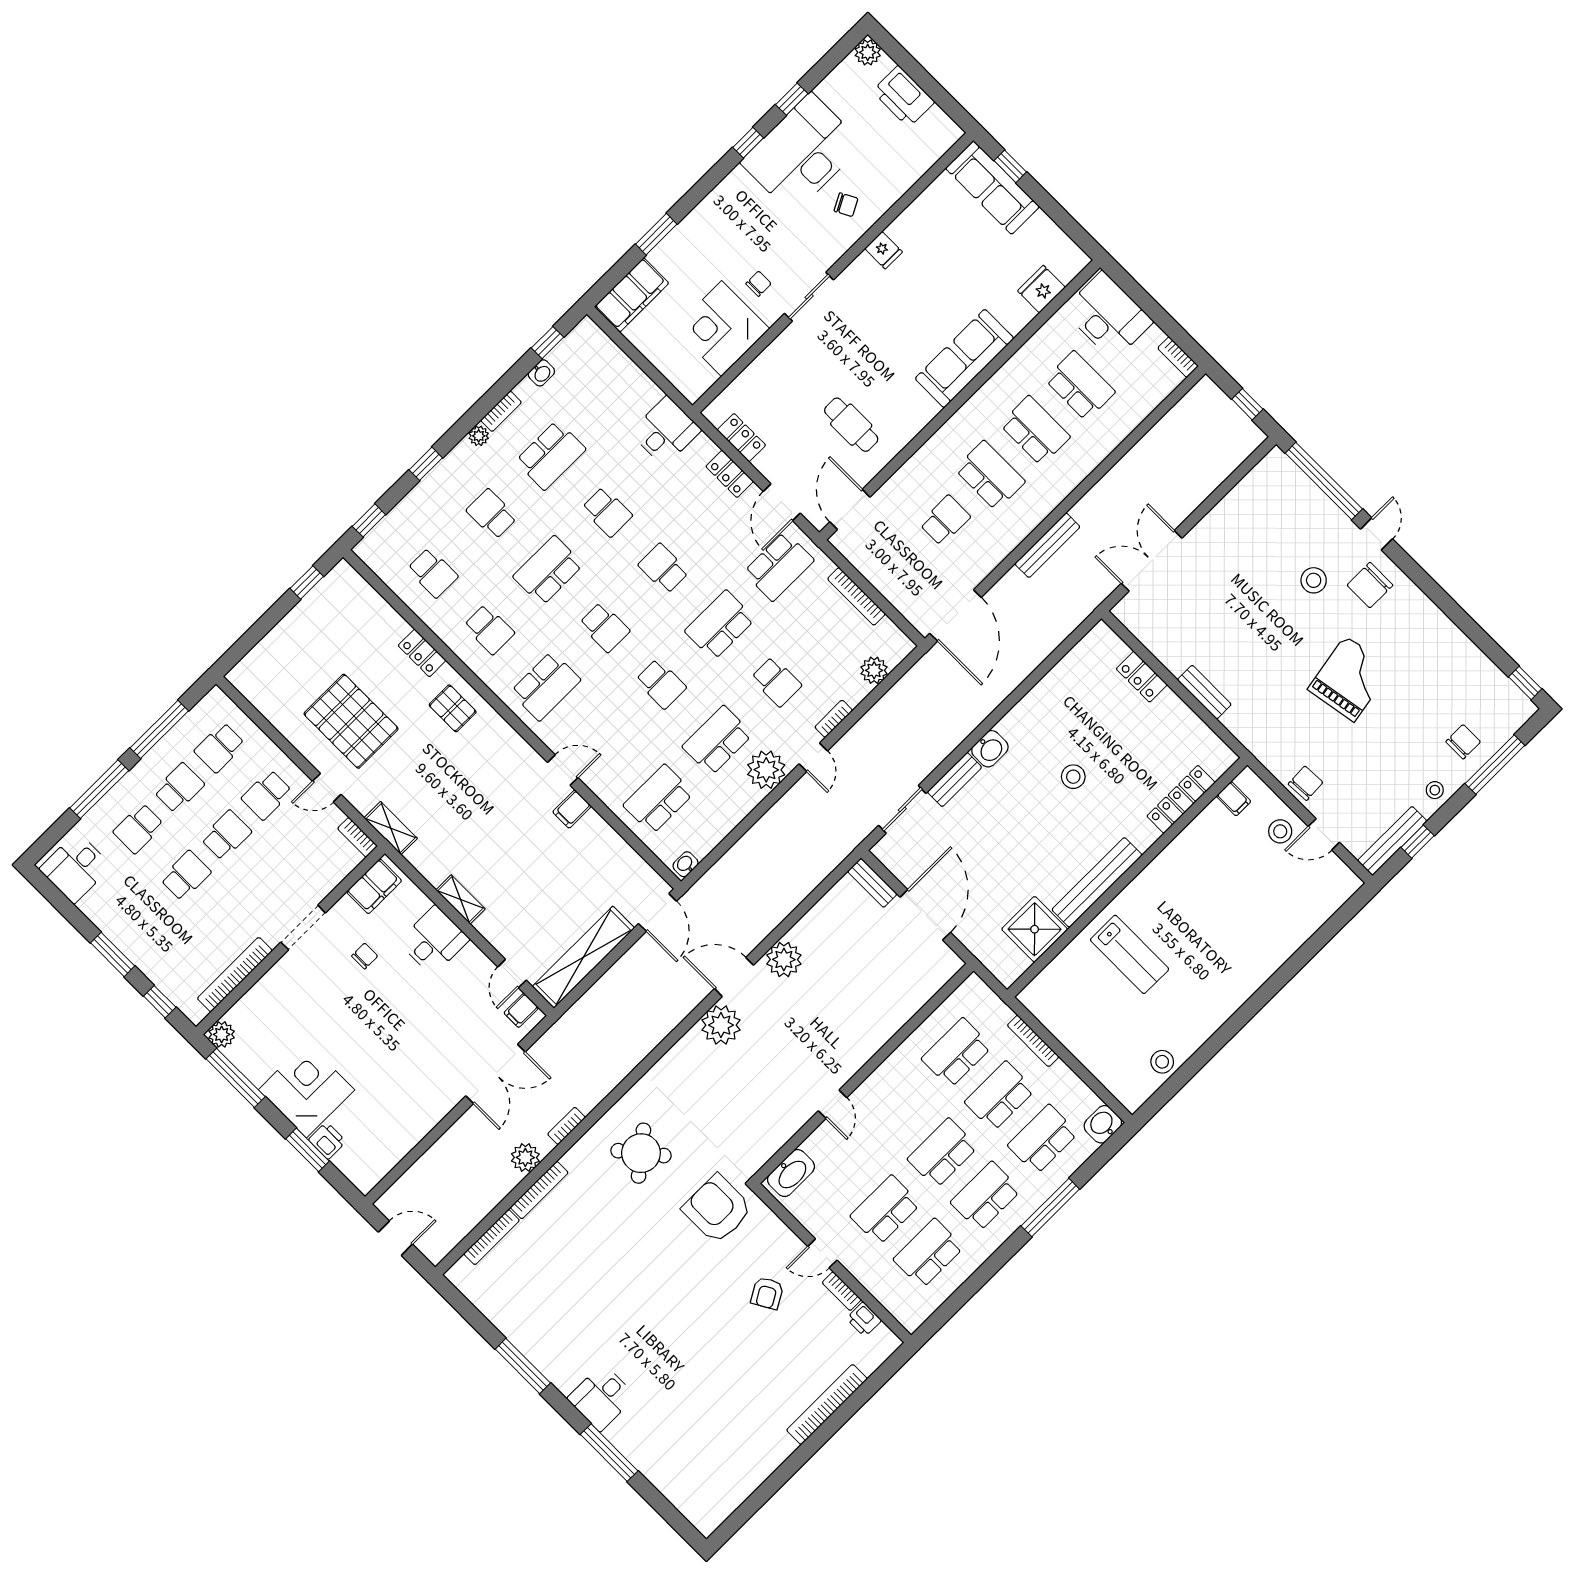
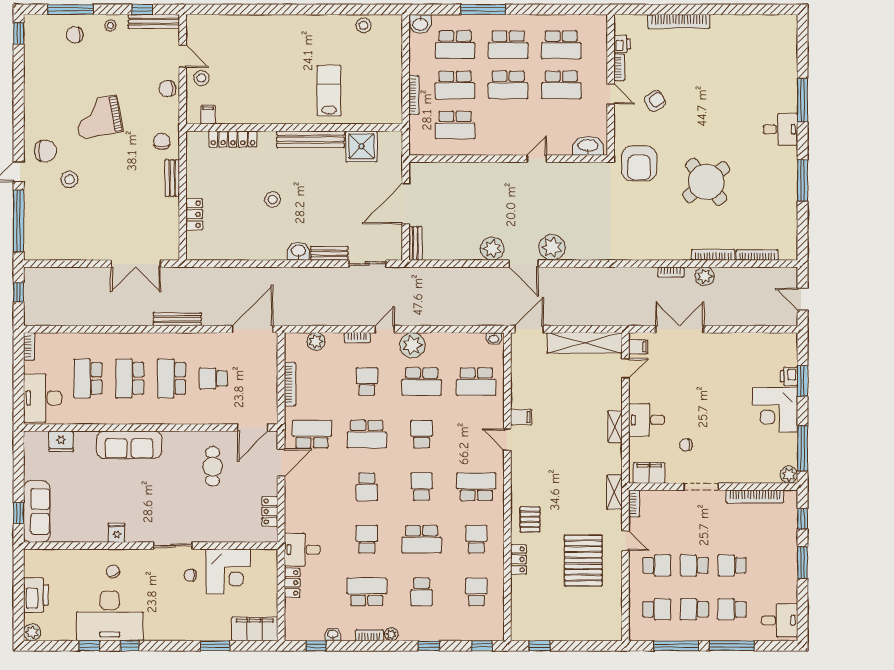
locker: (730, 474) -> (292, 583), moved
chair: (1255, 720) -> (162, 141), added
school desk: (139, 828) -> (732, 609), turned 180
round table: (641, 1153) -> (706, 182), moved, width x1.36, depth x1.36

